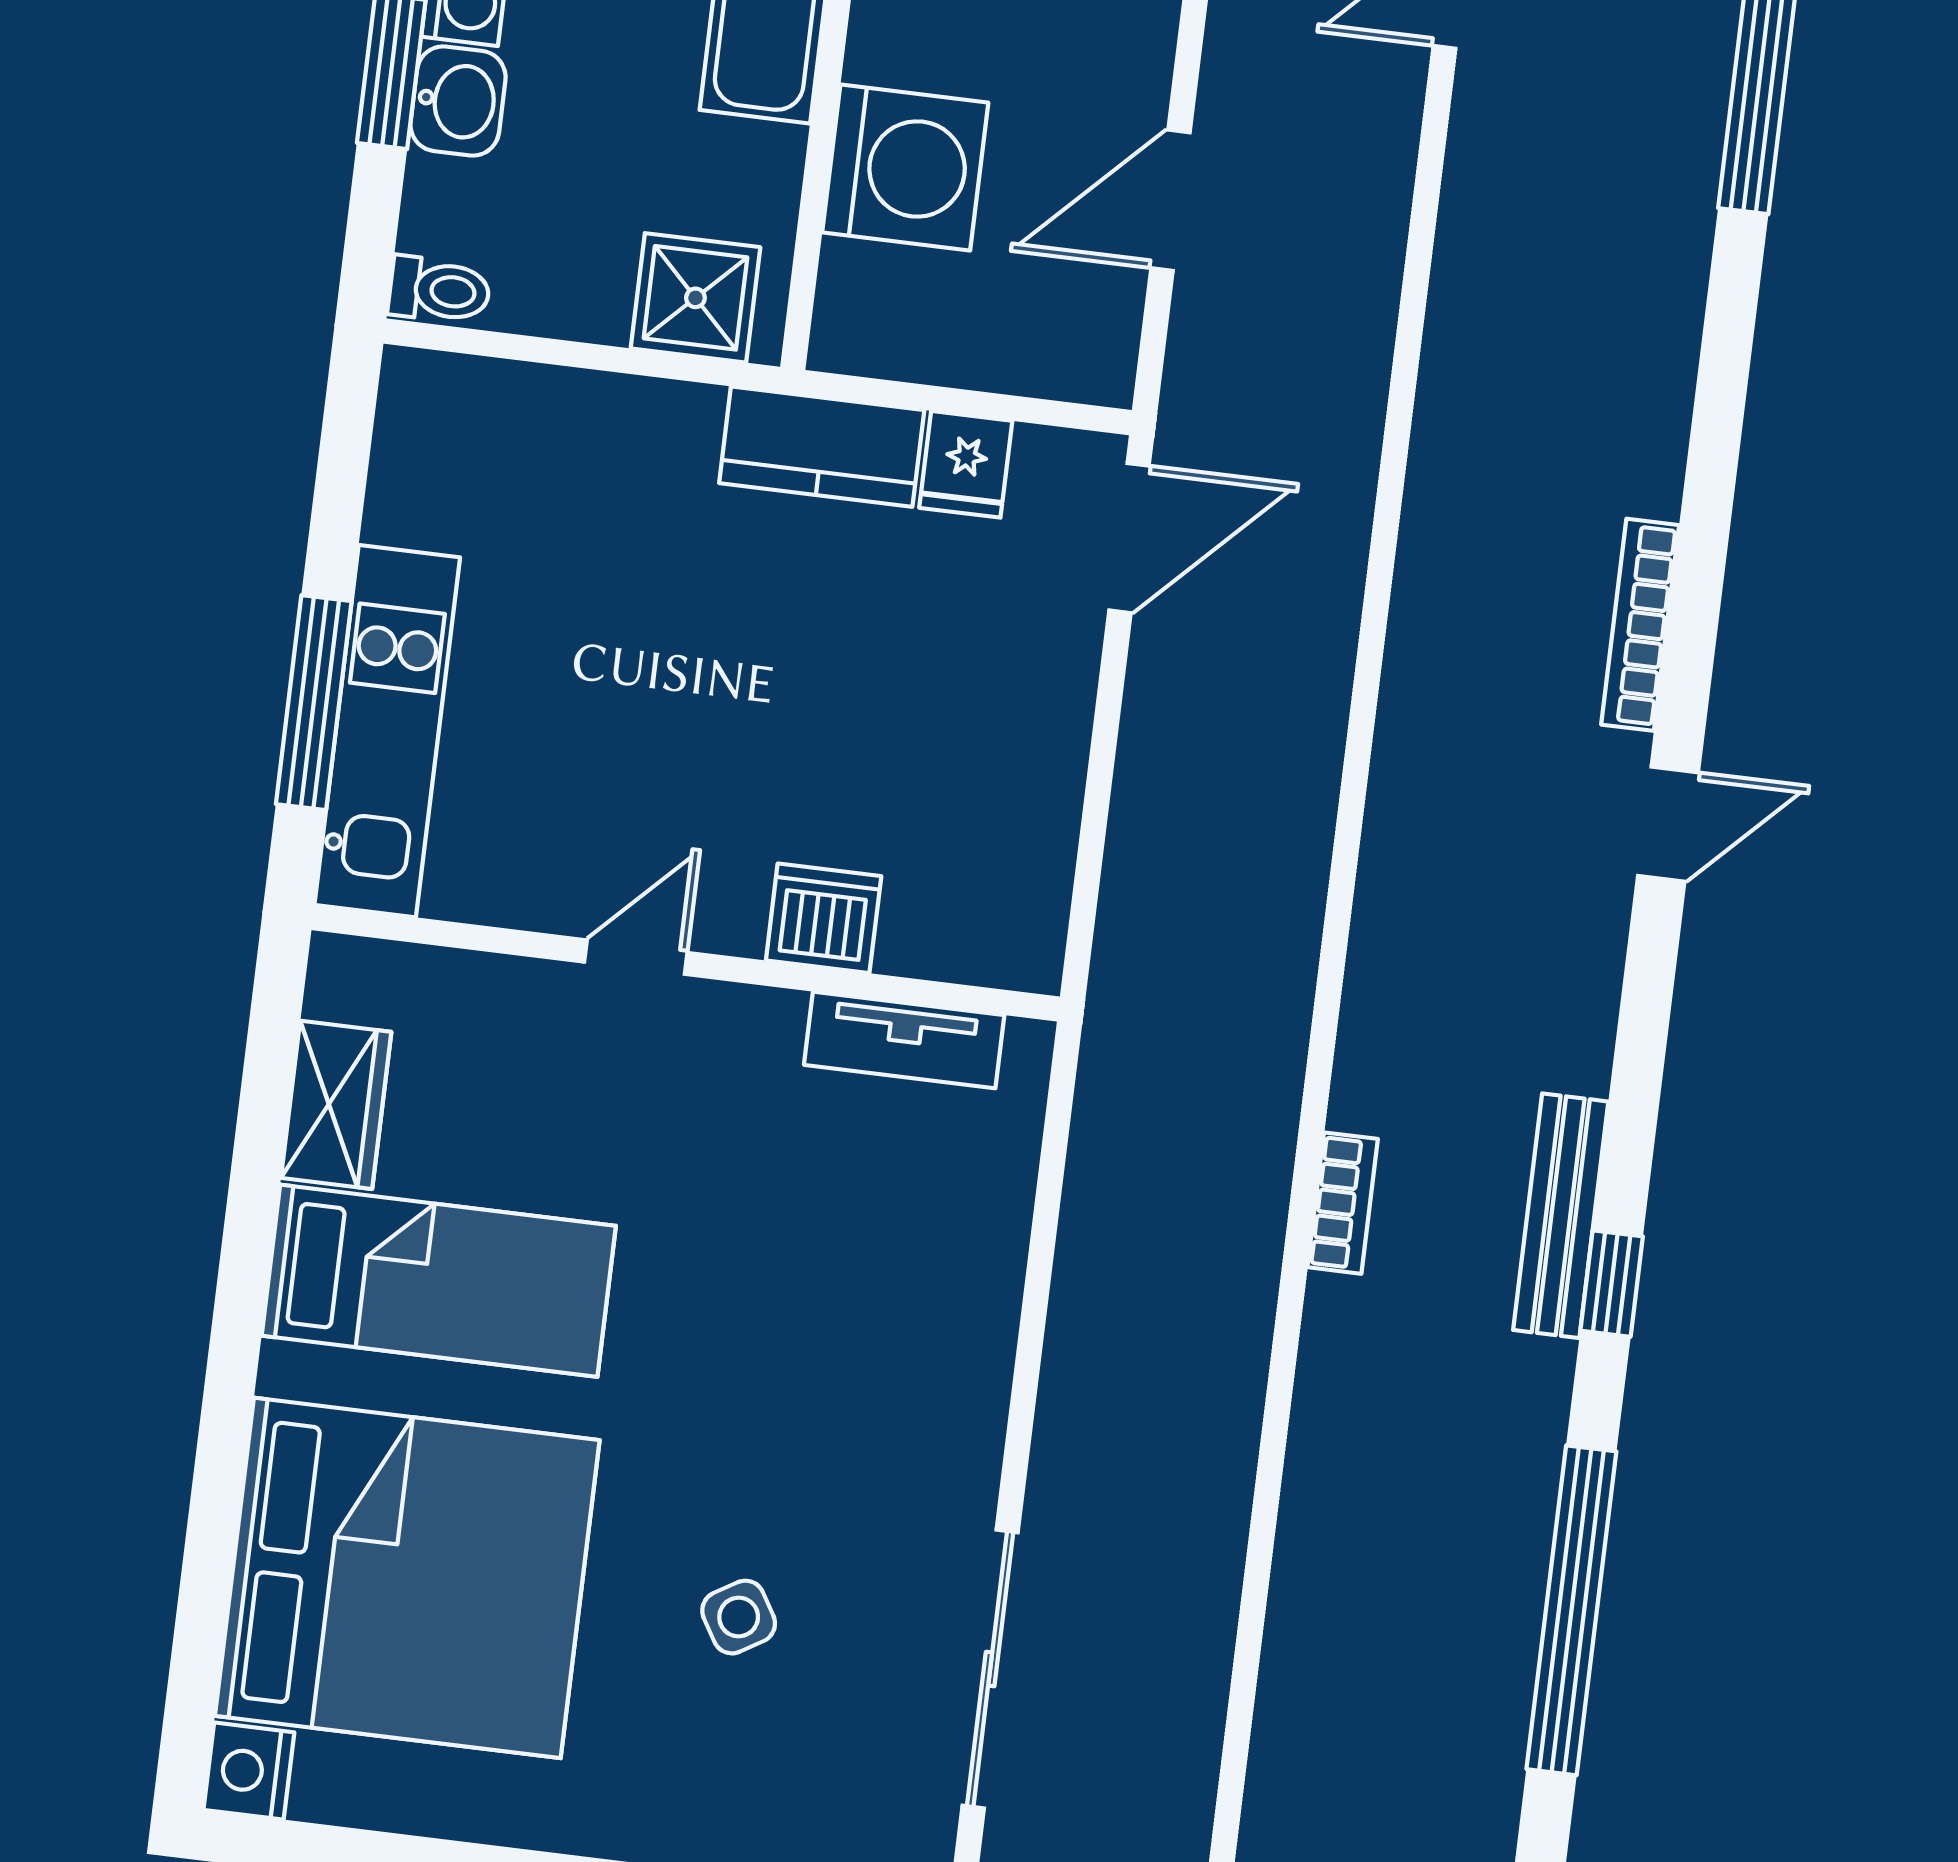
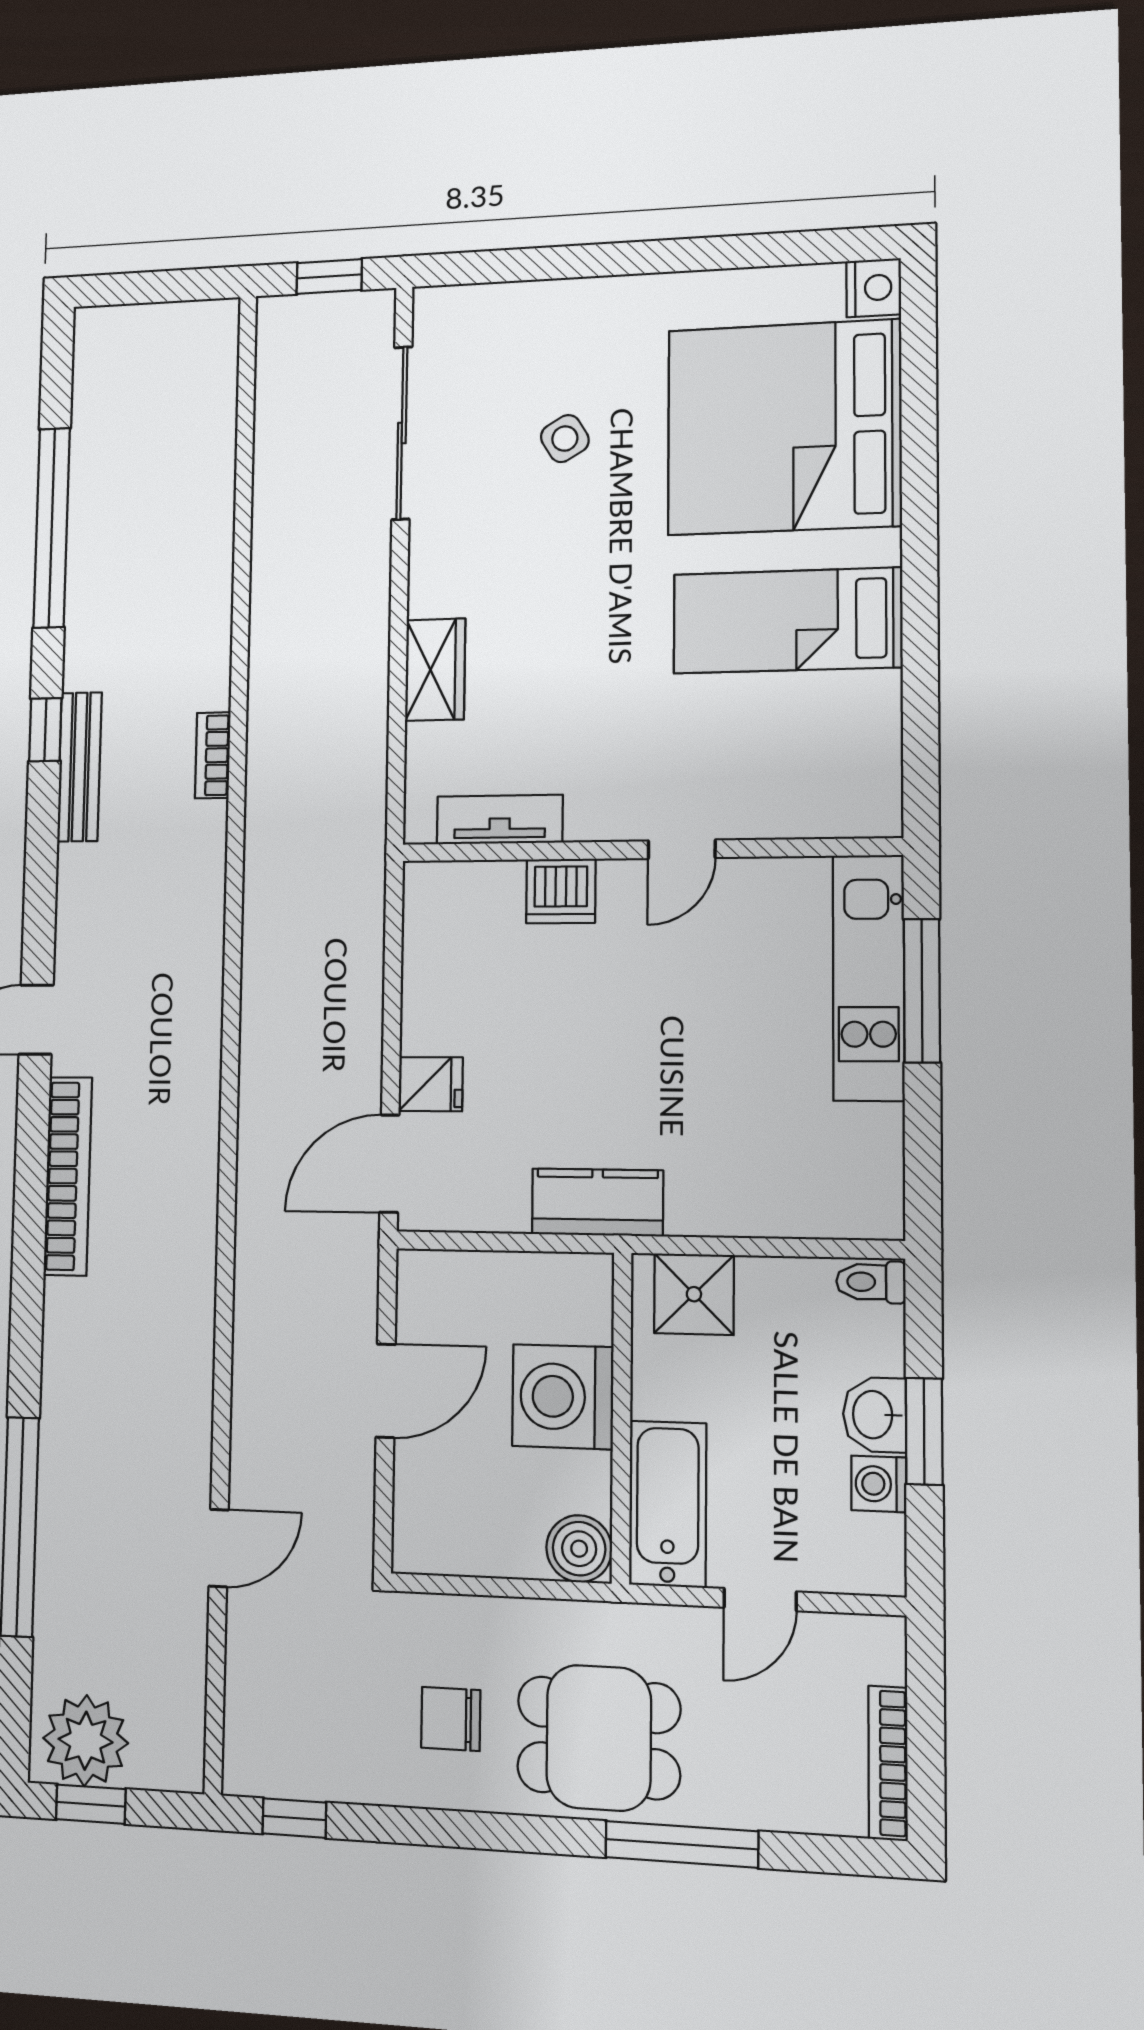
fridge: (966, 464) -> (431, 1084), moved, turned 90
bookcase: (1640, 625) -> (68, 1176), width x1.48, depth x1.31
wardrobe: (336, 1105) -> (435, 670), moved, turned 180

